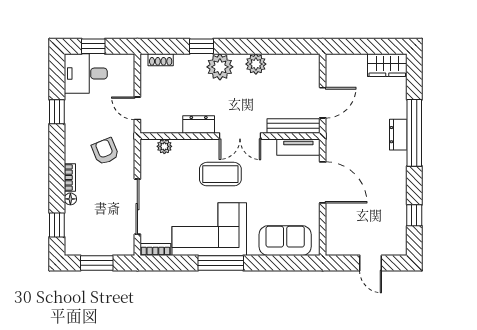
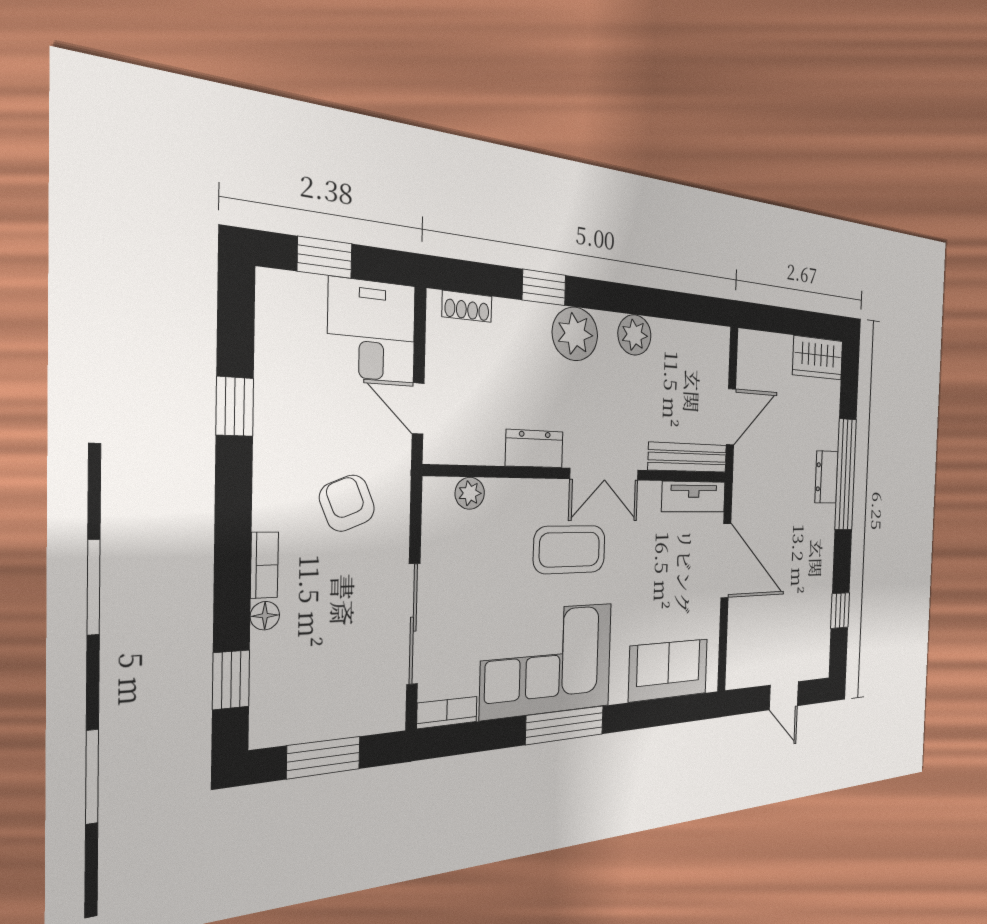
desk: (86, 74) -> (372, 330), moved, turned 90

